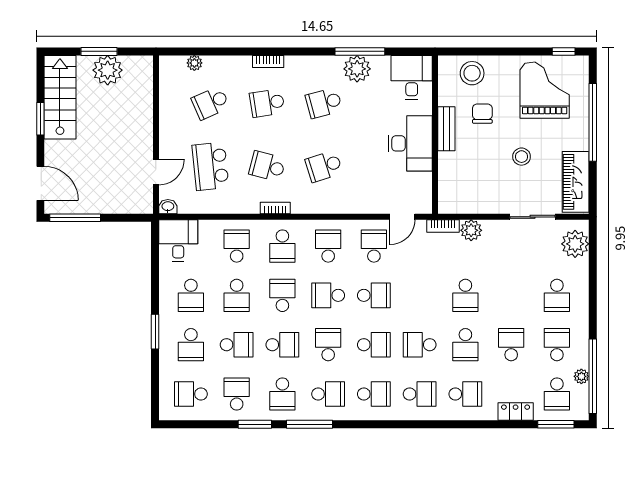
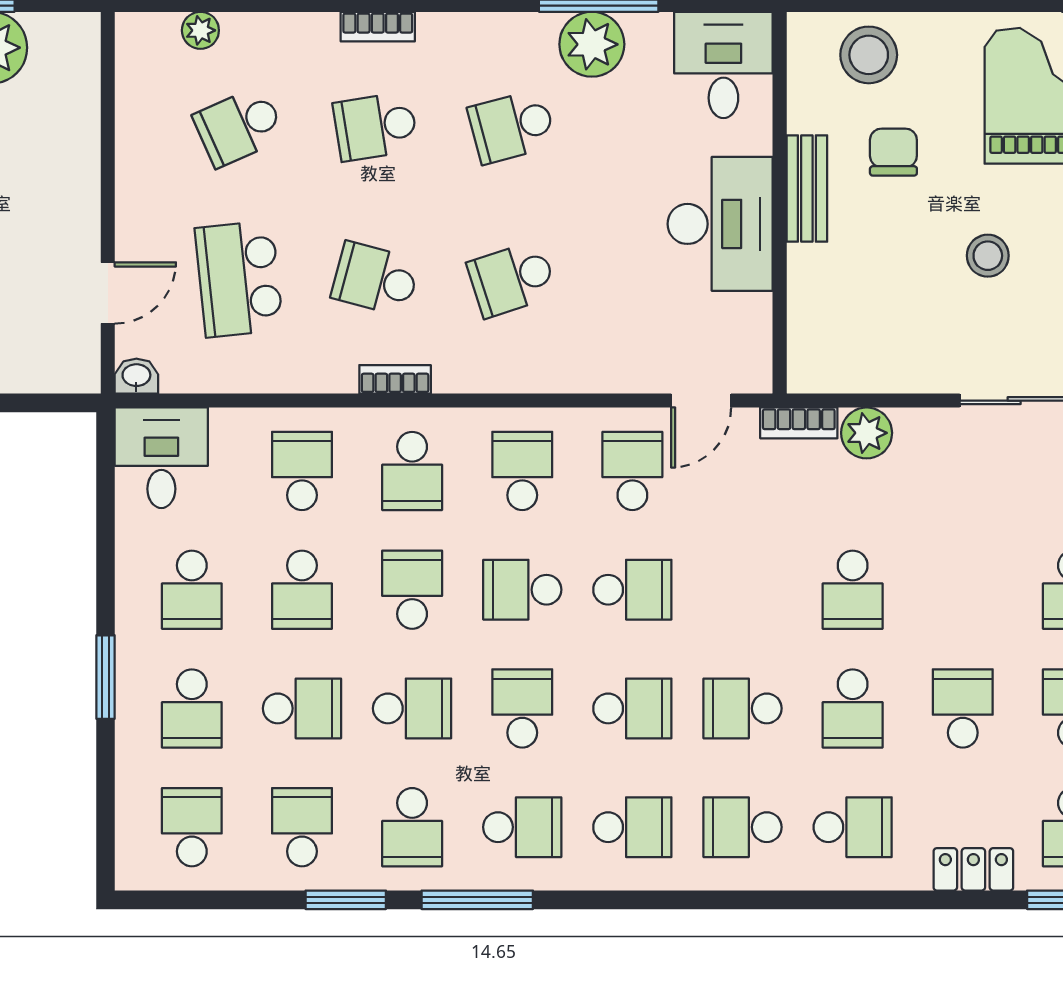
school desk: (191, 394) -> (192, 827), turned 90
school desk: (420, 394) -> (743, 827), turned 180

